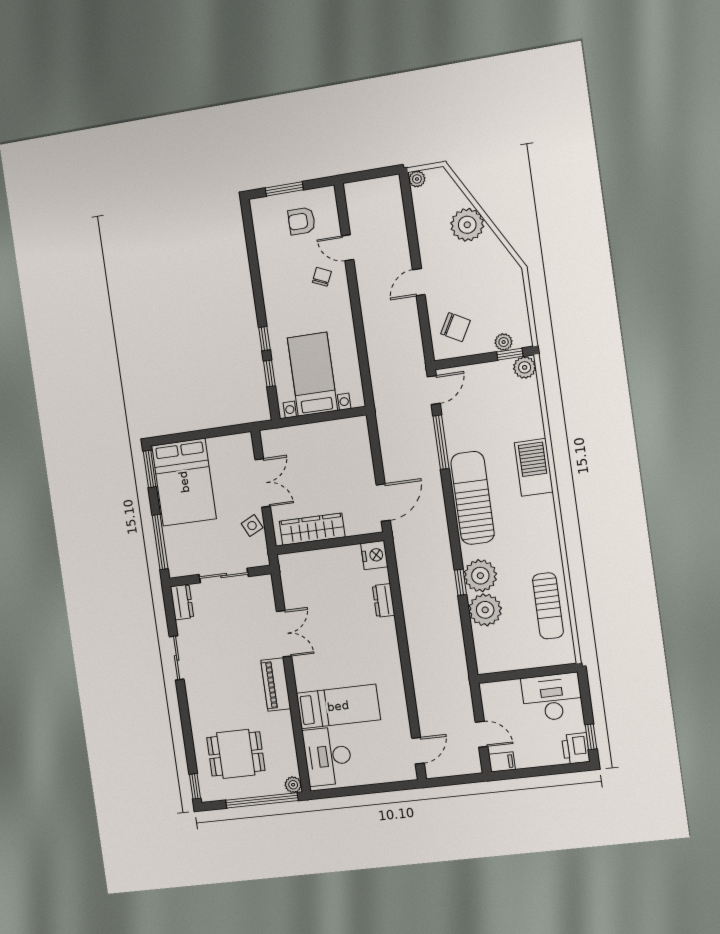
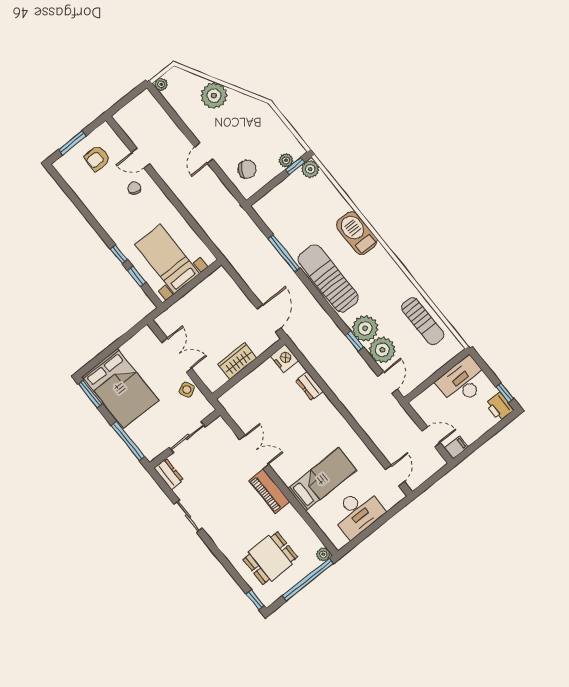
door: (434, 390) -> (388, 383), moved
wardrobe: (312, 529) -> (237, 361), width x0.67
desk: (328, 756) -> (358, 512), moved, turned -90

